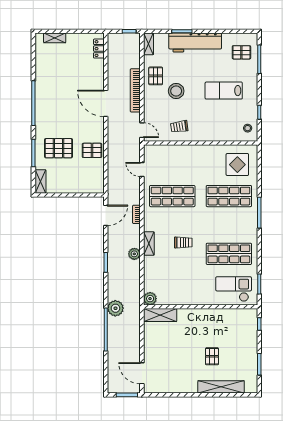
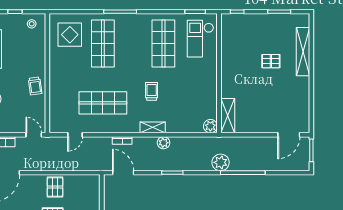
trolley: (179, 127) -> (35, 86), moved
door: (142, 130) -> (34, 135), hinge flipped
shop shelf: (172, 196) -> (103, 103), turned 90

